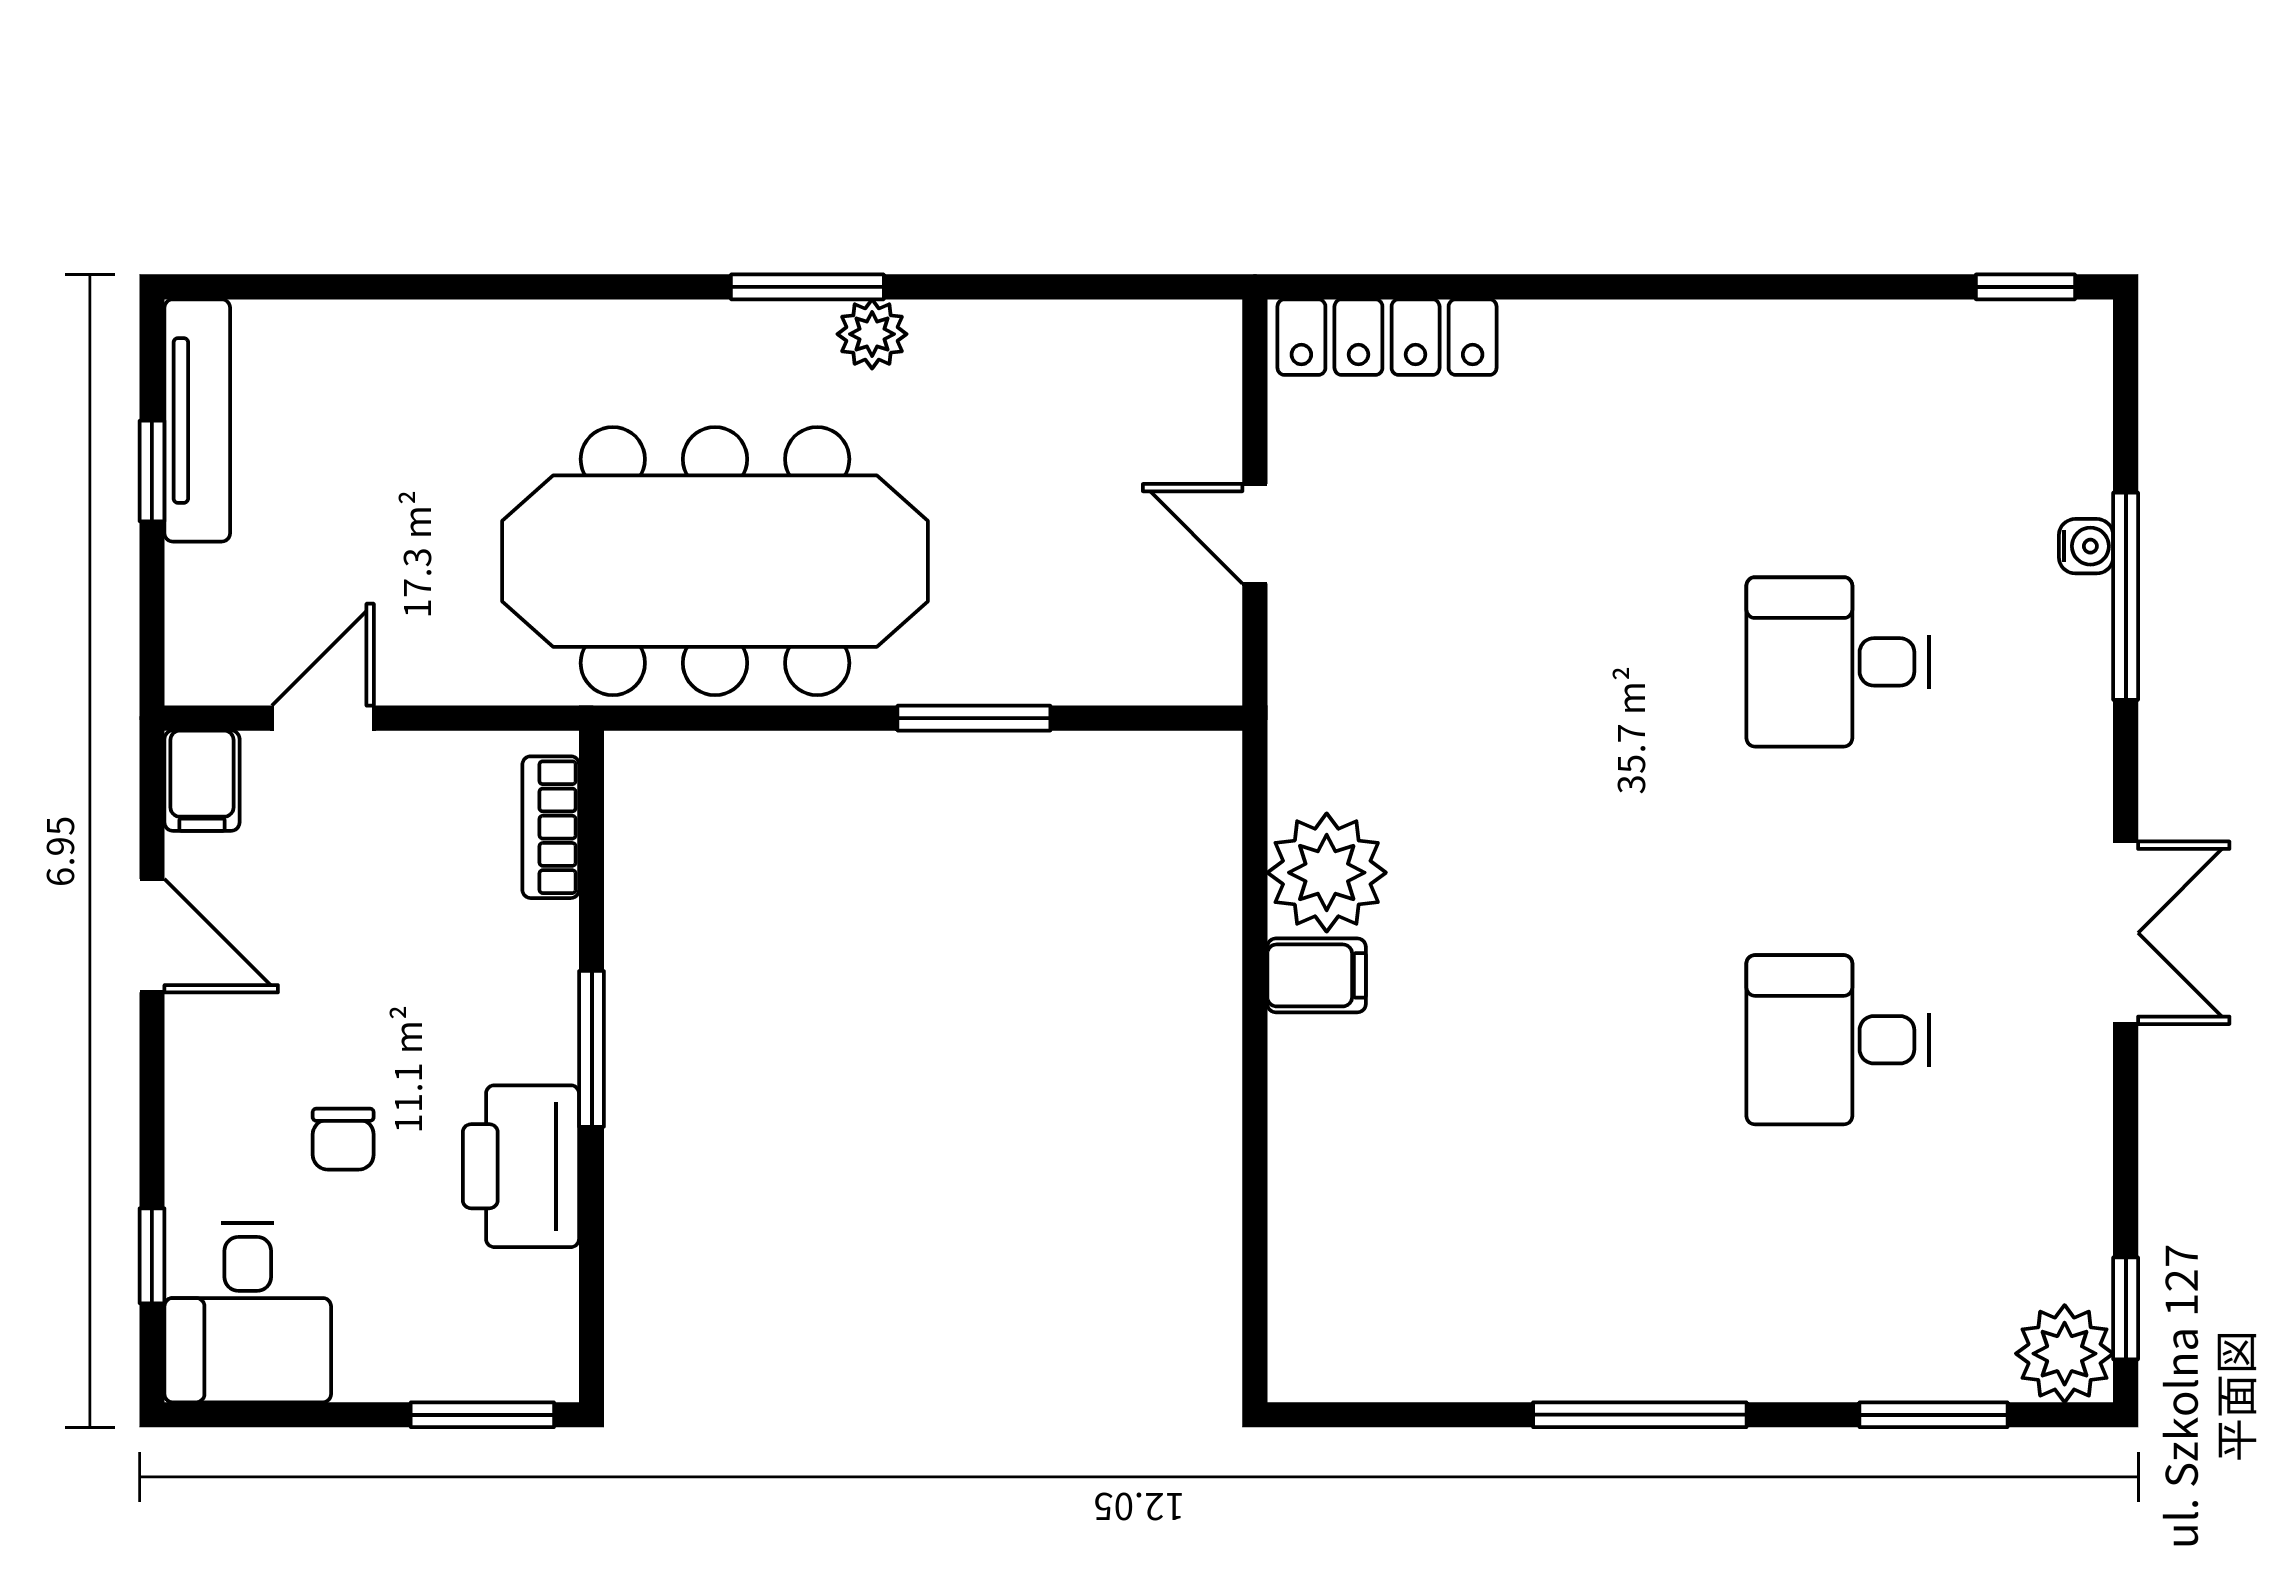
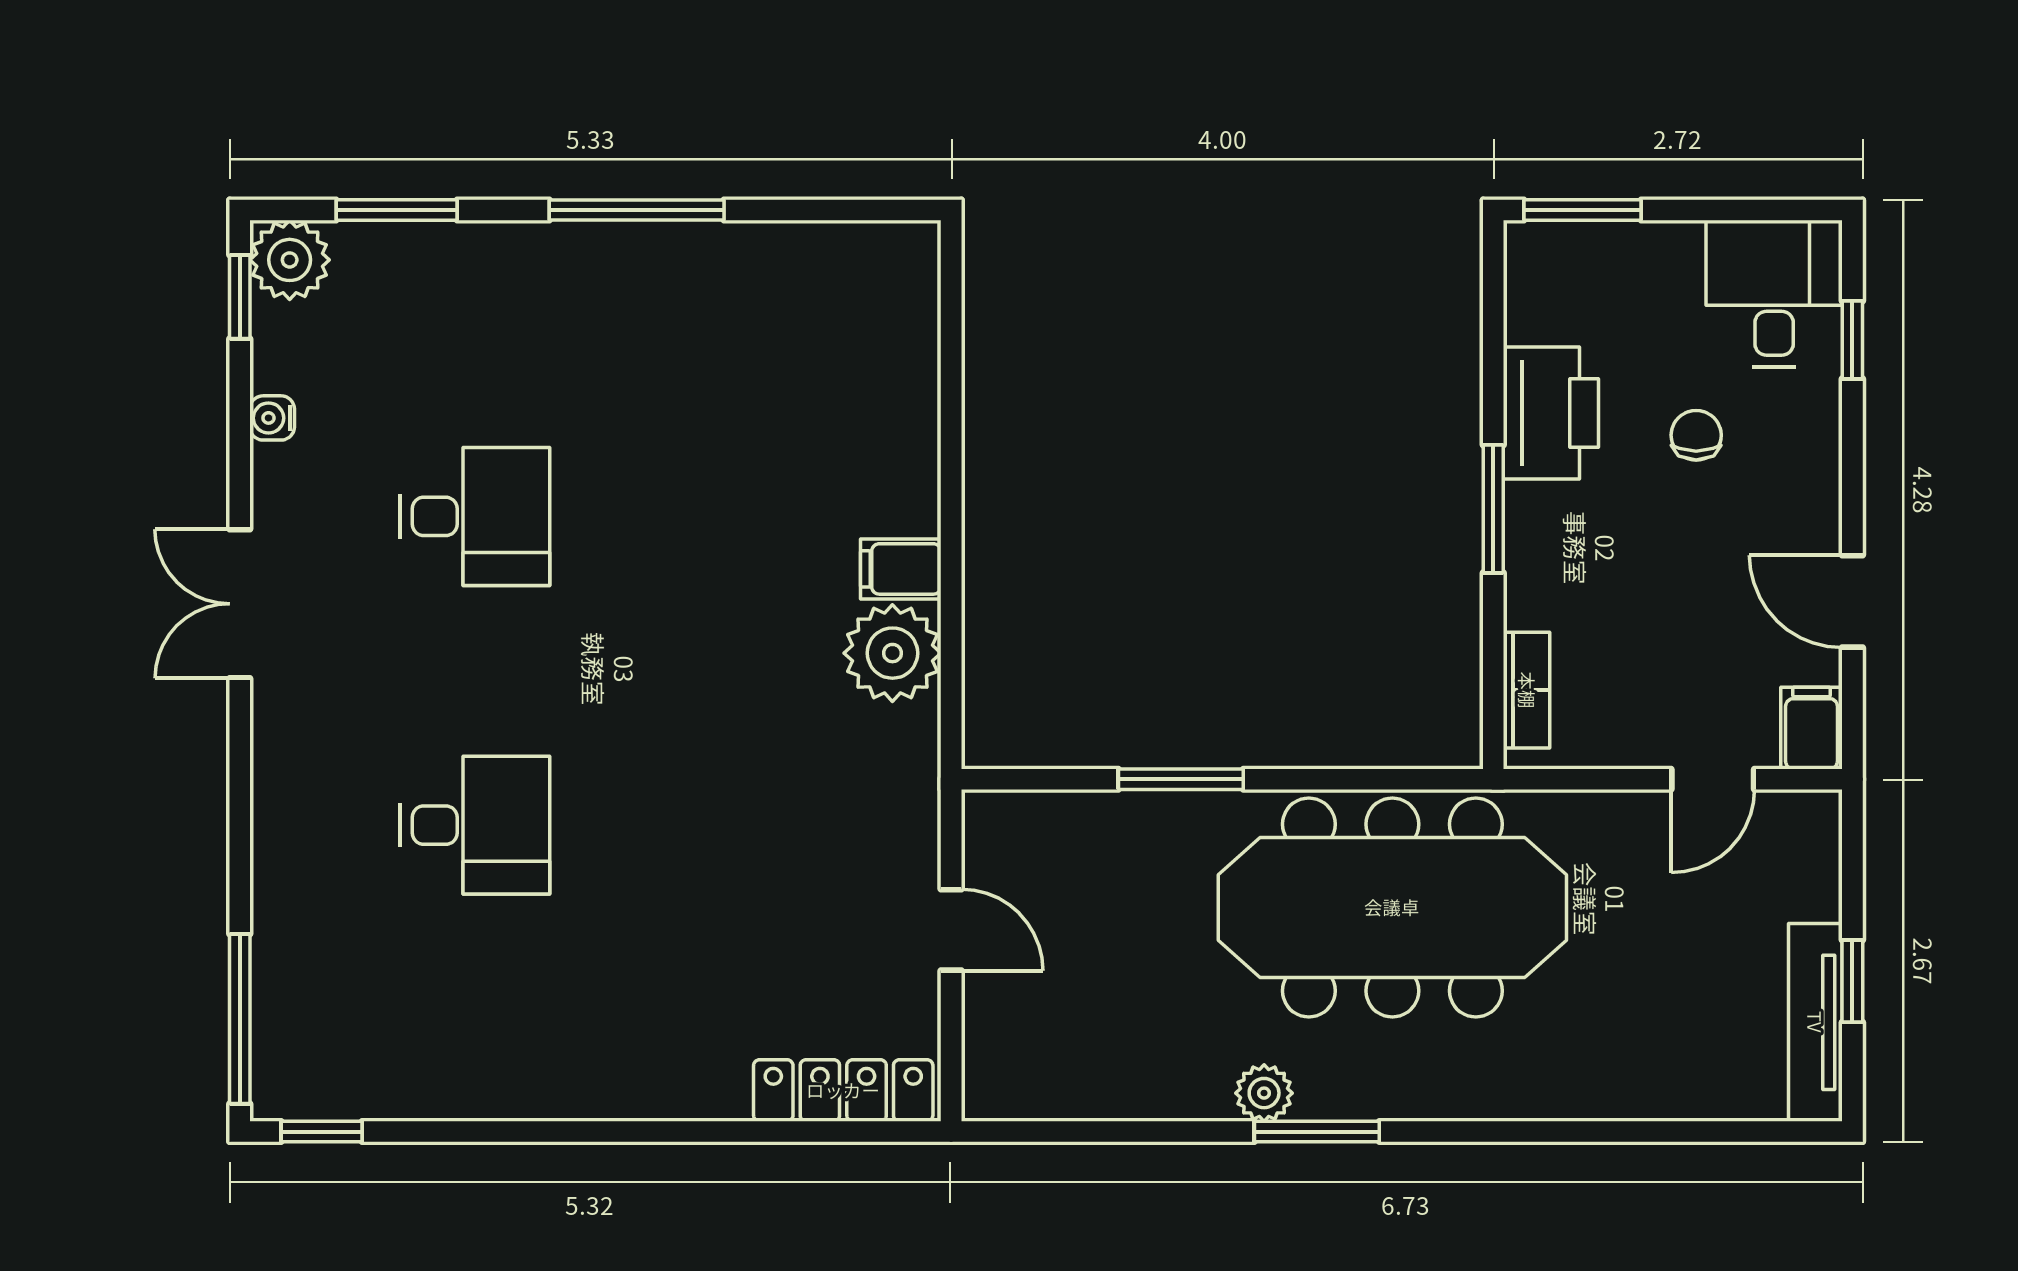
water cooler: (2086, 546) -> (272, 418), moved
window: (2126, 596) -> (240, 1019), moved

